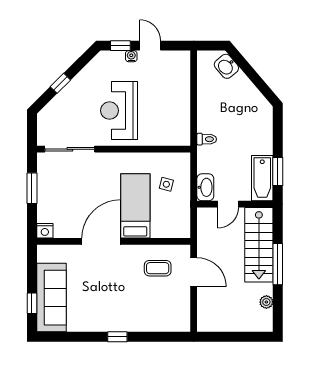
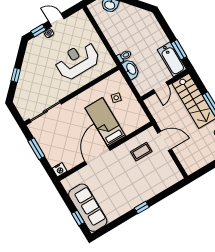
reception desk: (119, 111) -> (77, 61), moved, turned 90
washbasin: (205, 187) -> (131, 69), moved

